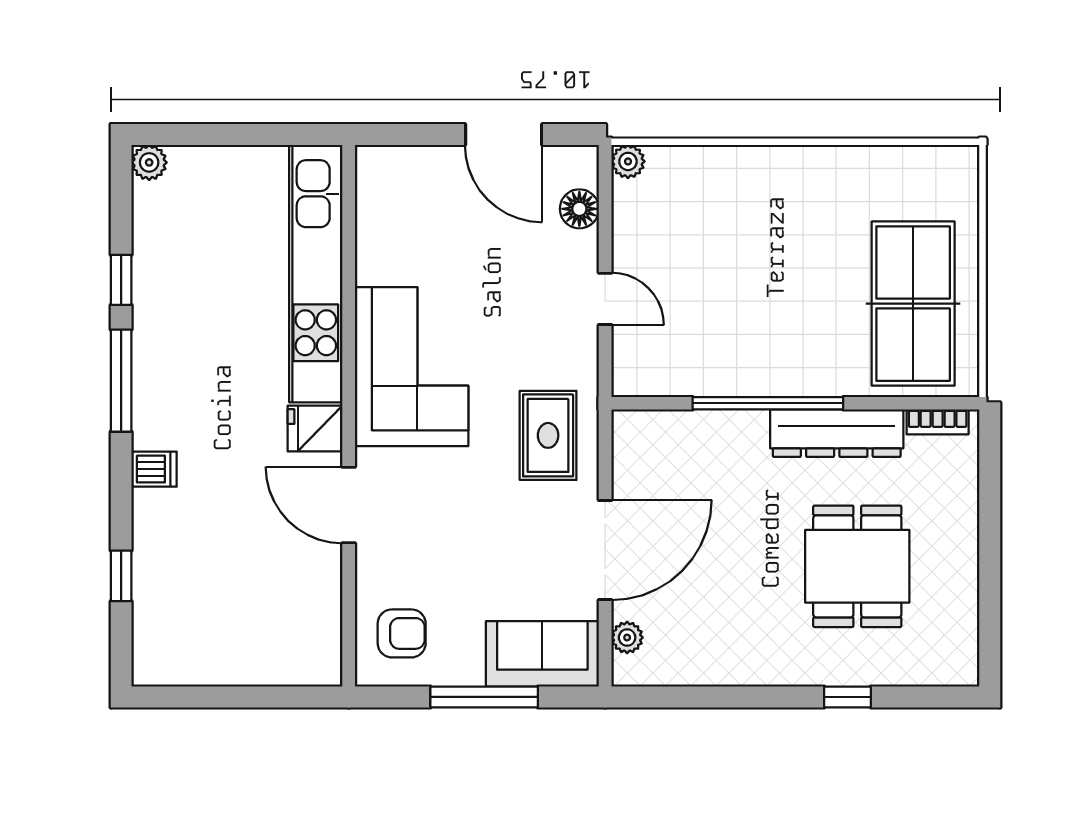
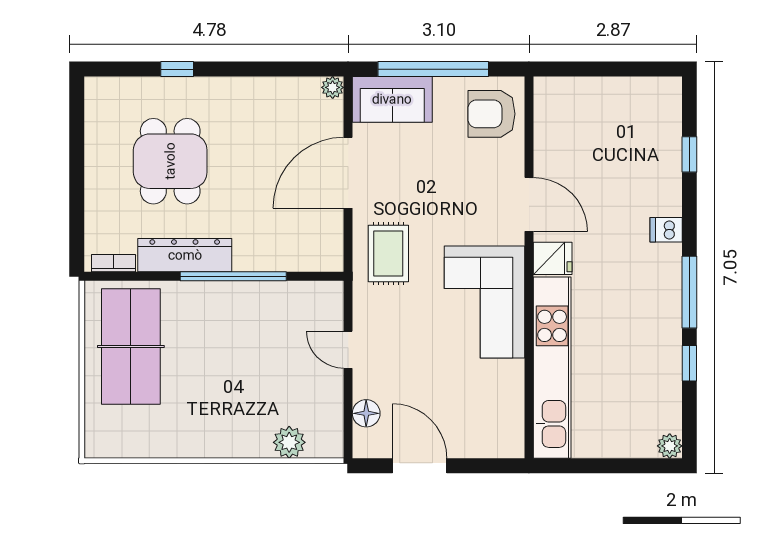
plant: (628, 161) -> (289, 442), moved, width x1.38, depth x1.38
armchair: (402, 633) -> (492, 114), width x1.38, depth x1.38
plant: (627, 637) -> (333, 87), moved
window: (484, 697) -> (433, 69), width x1.46

